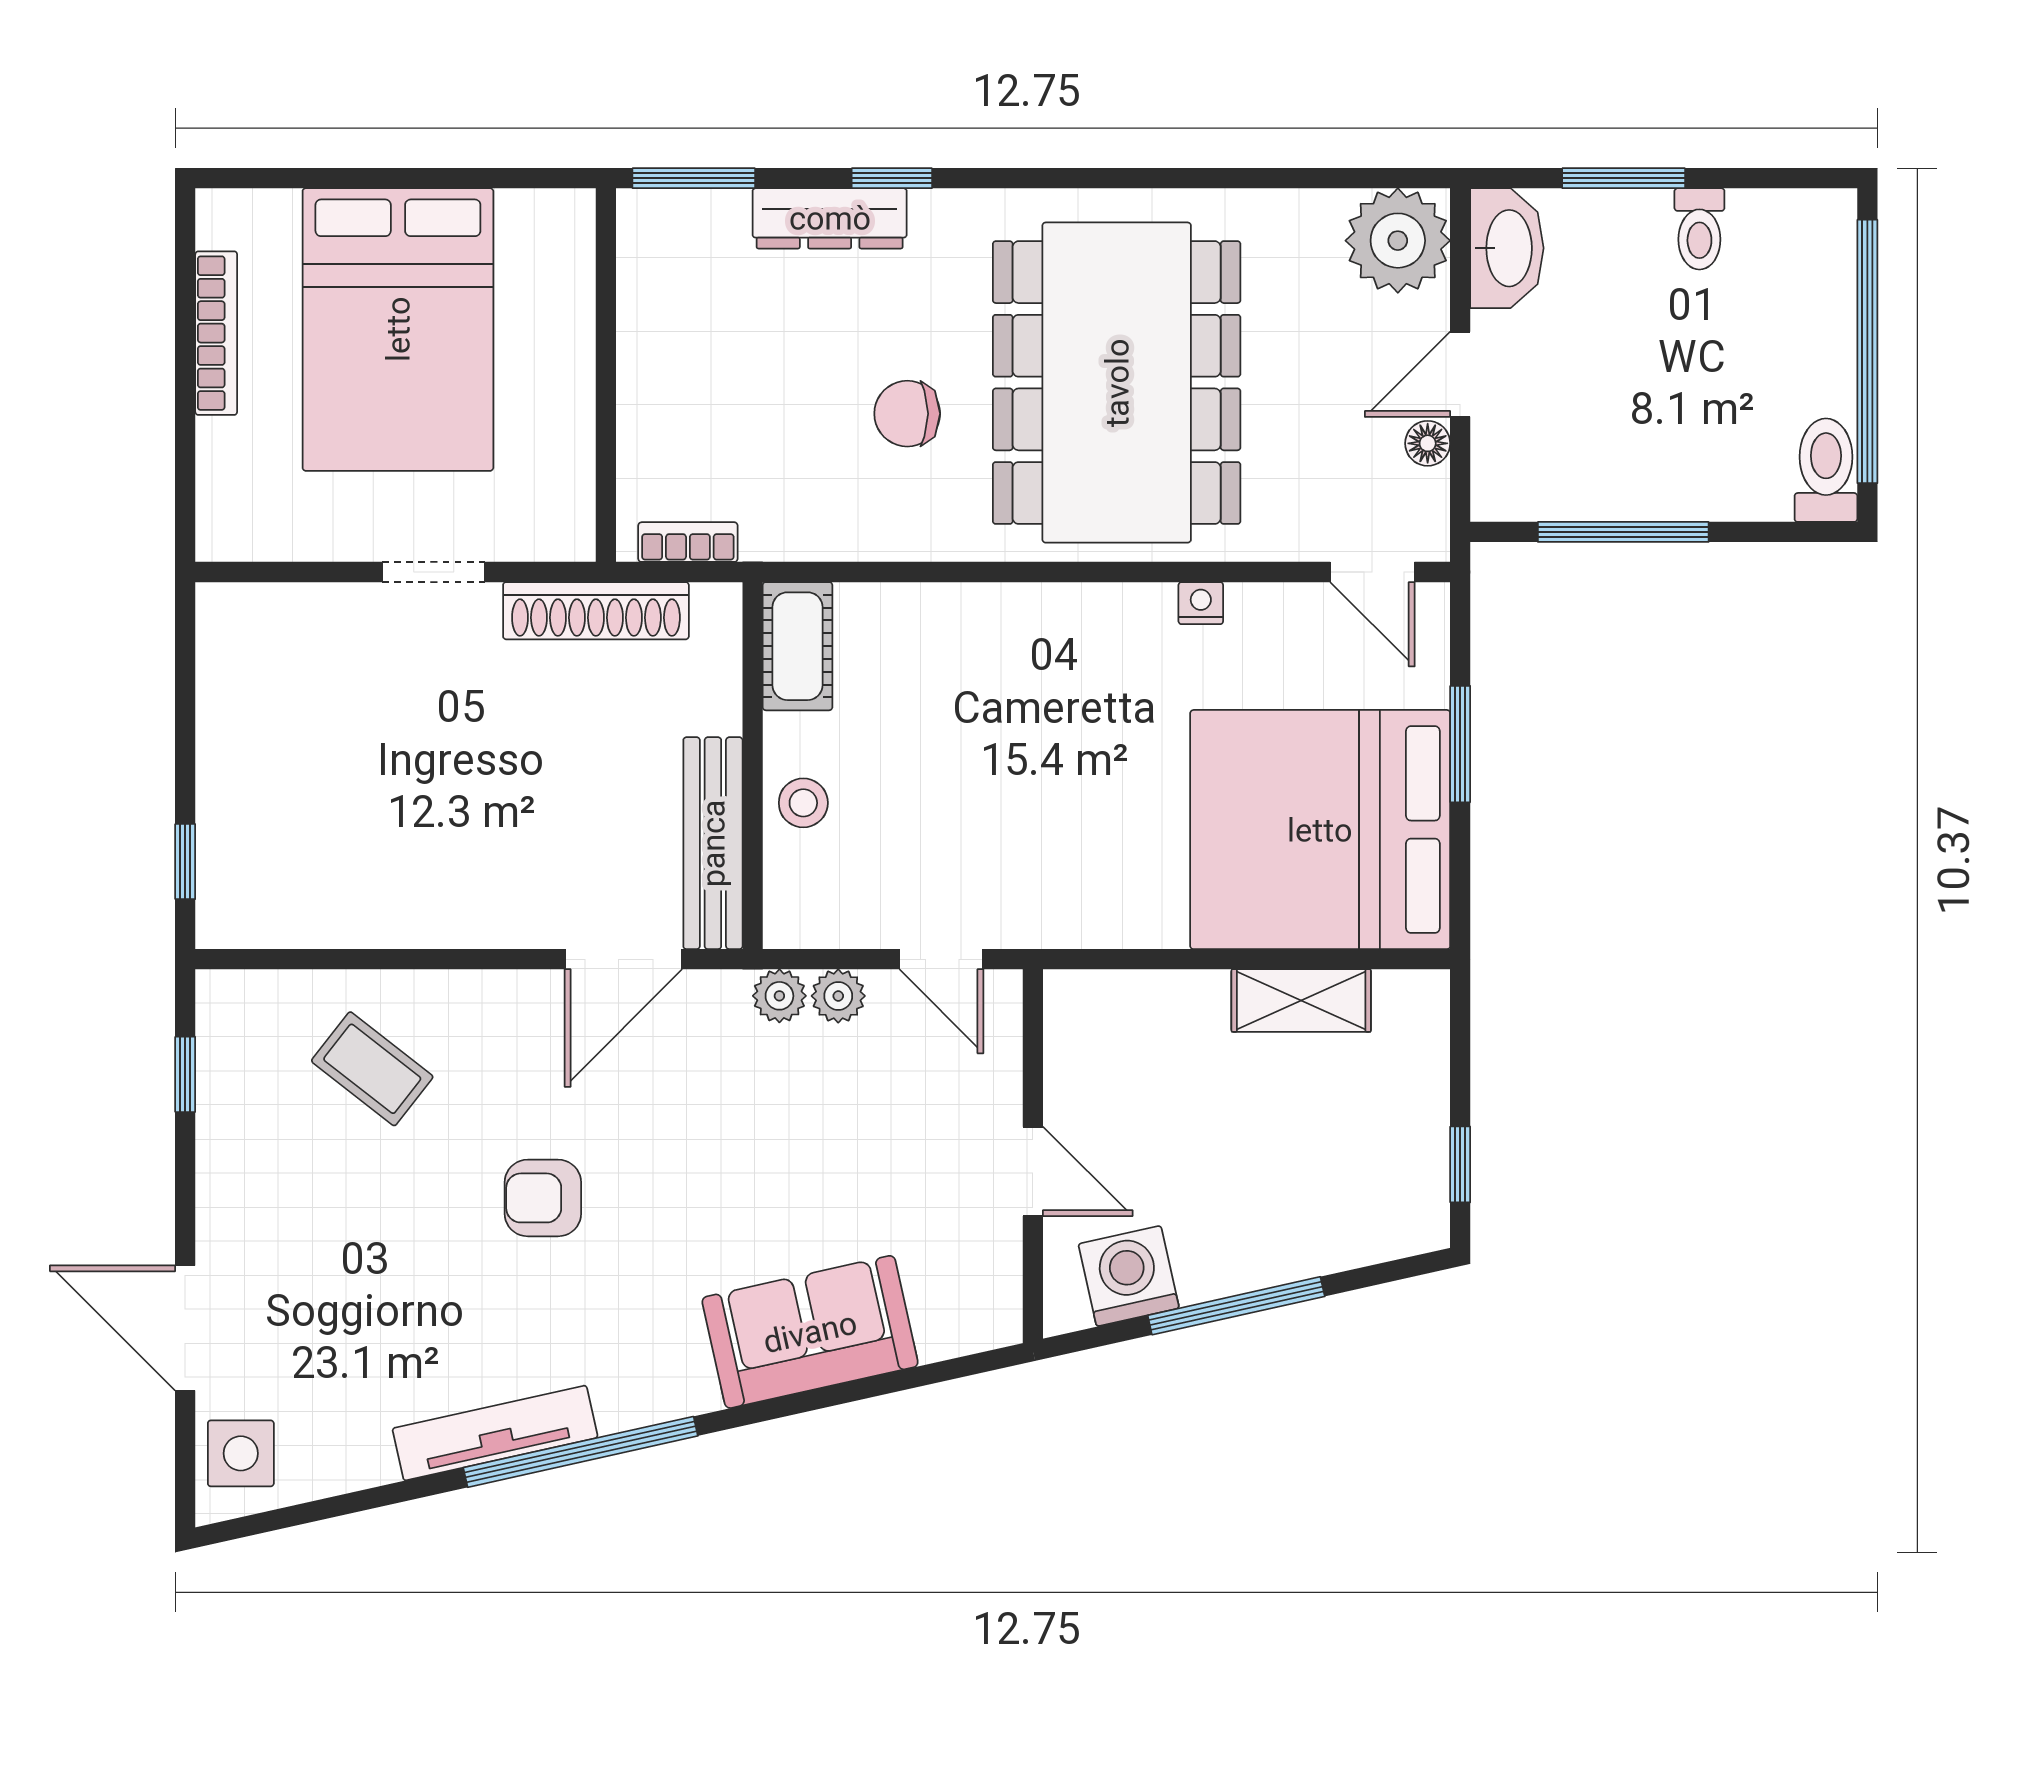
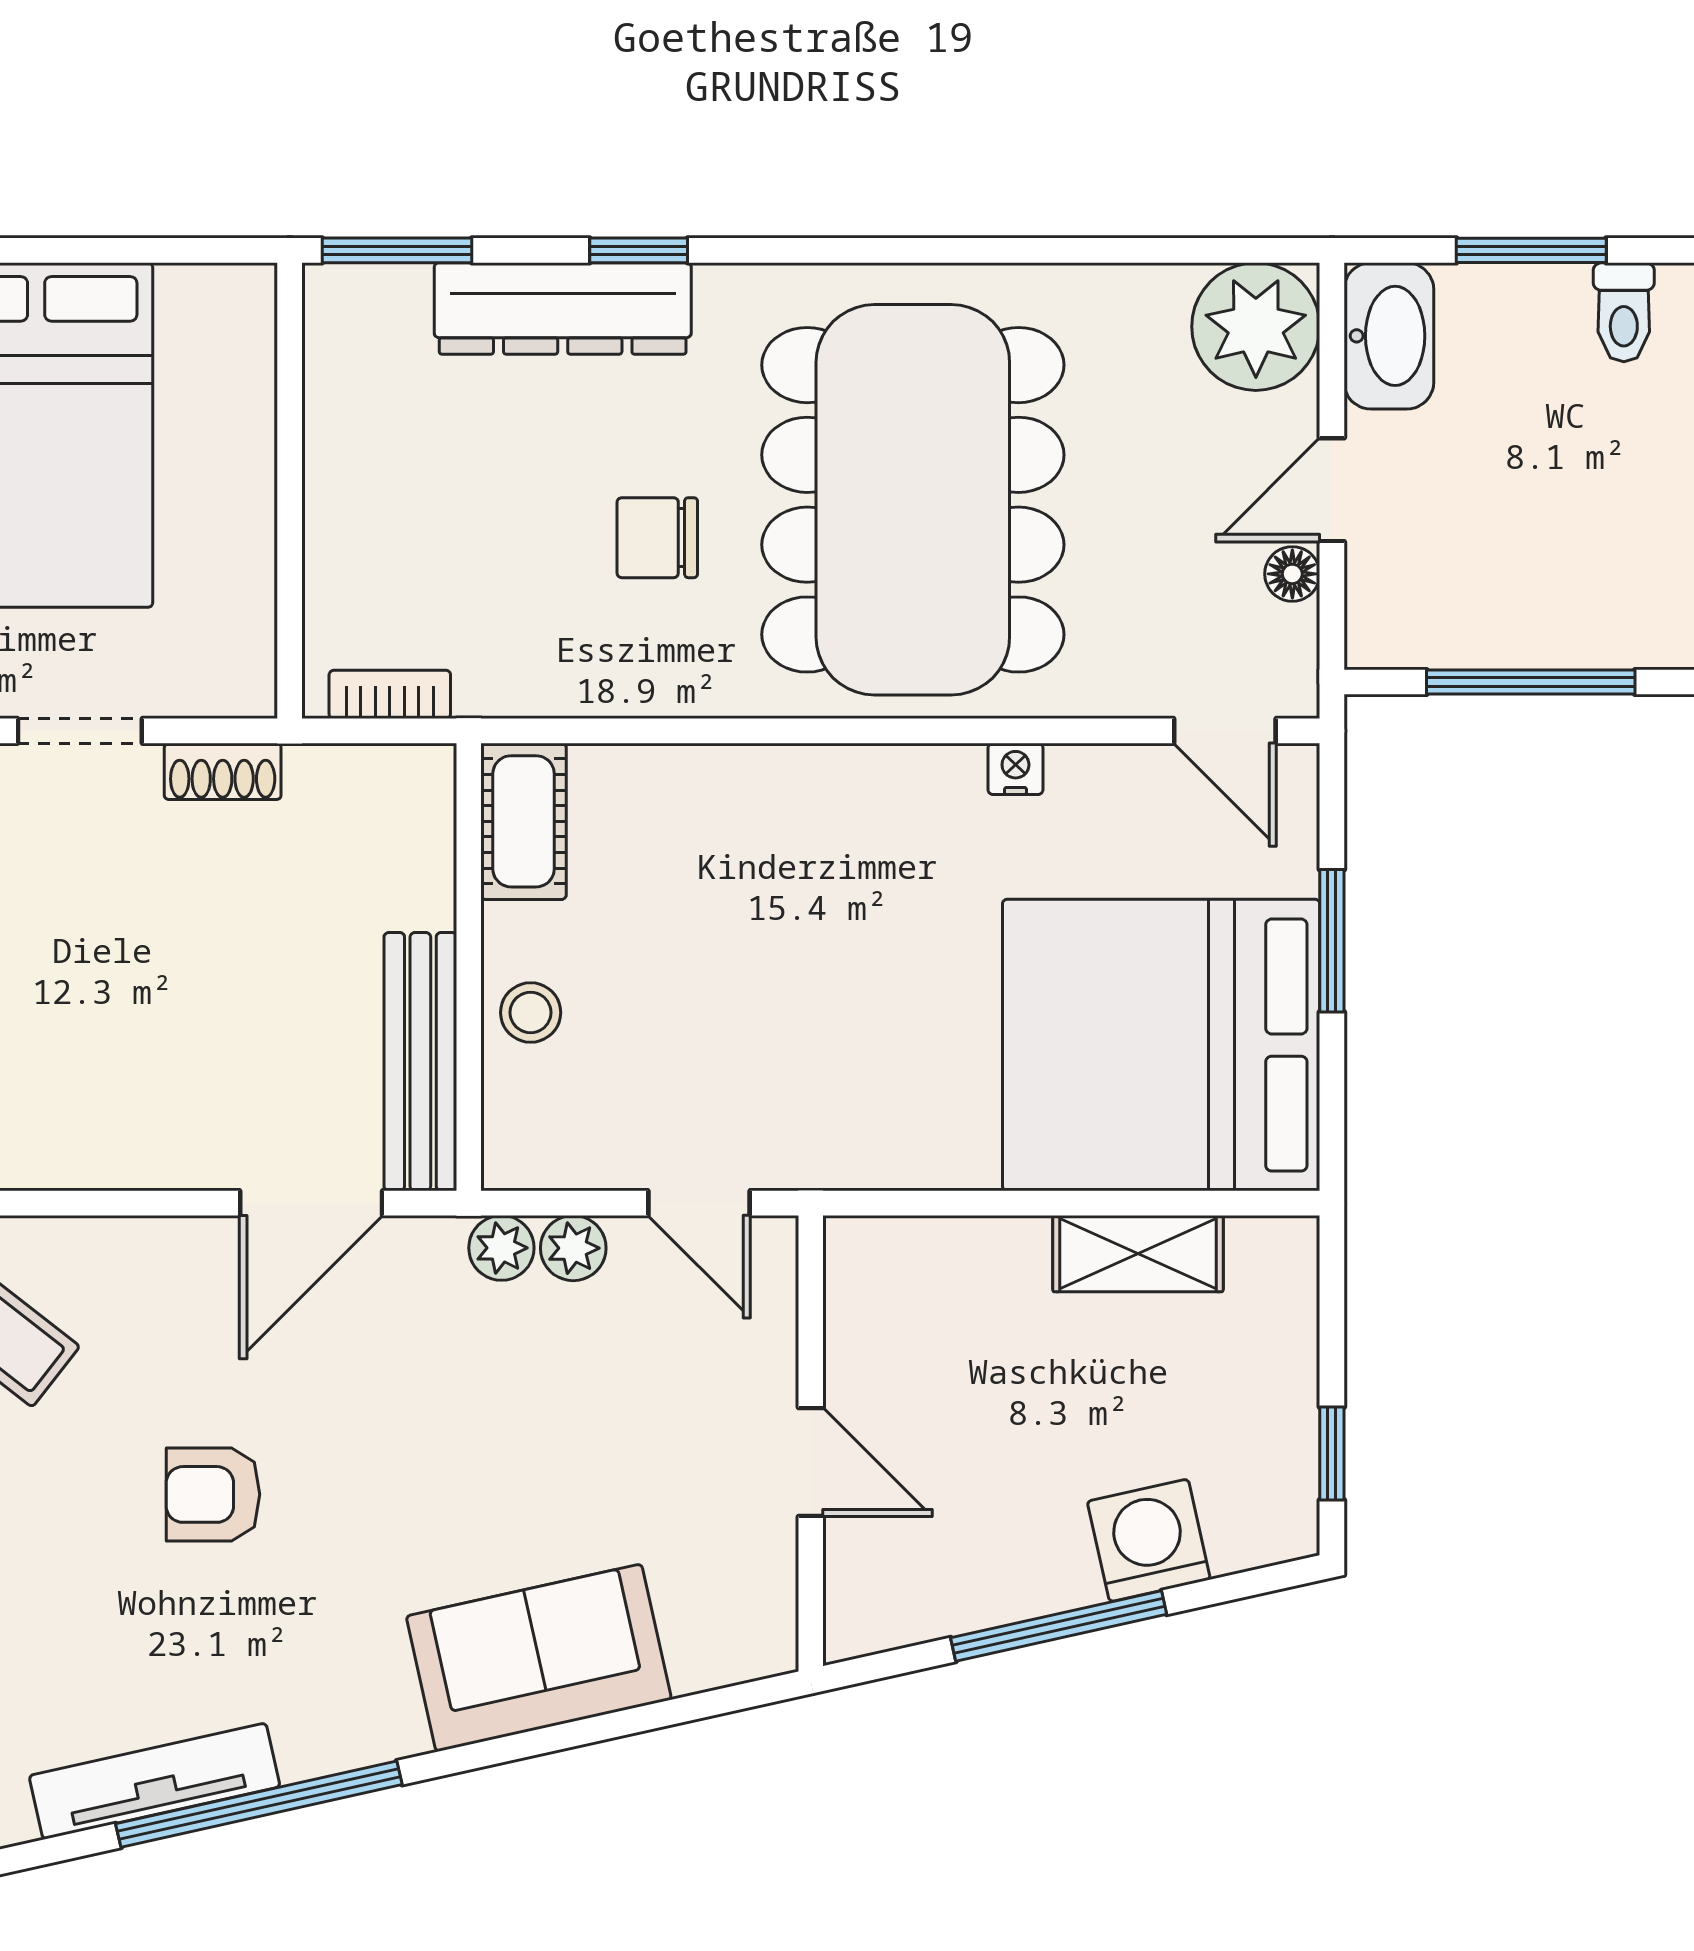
dresser: (830, 218) -> (563, 308), width x1.37, depth x1.24
shoe rack: (596, 611) -> (223, 771), width x0.51, depth x0.81
washing machine: (1129, 1276) -> (1149, 1540), moved

